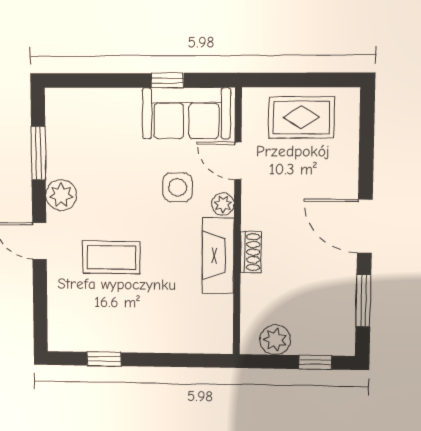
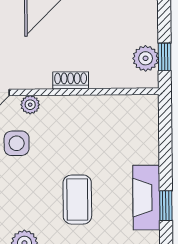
fireplace: (218, 256) -> (146, 198), moved, turned 90
window: (315, 362) -> (165, 57), moved

